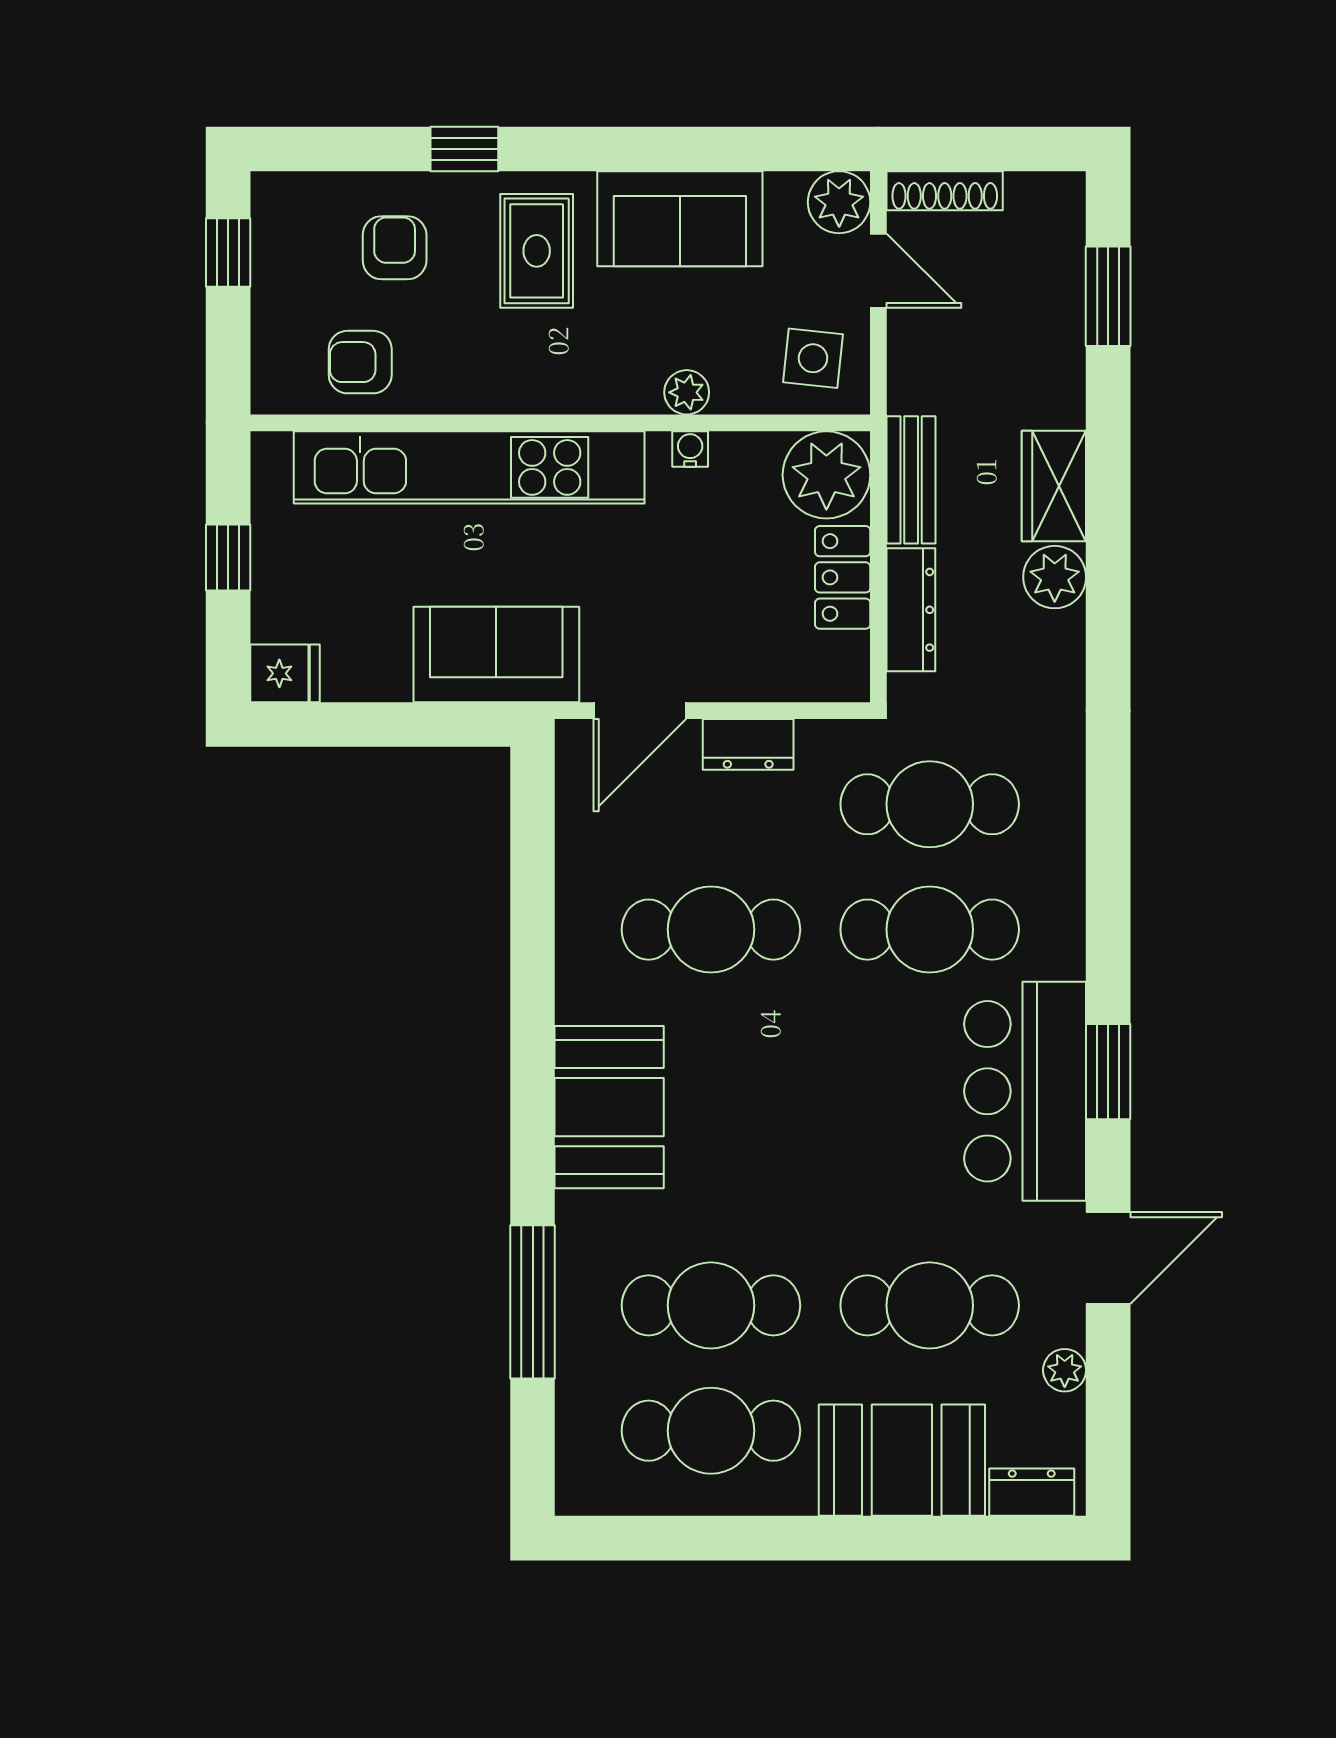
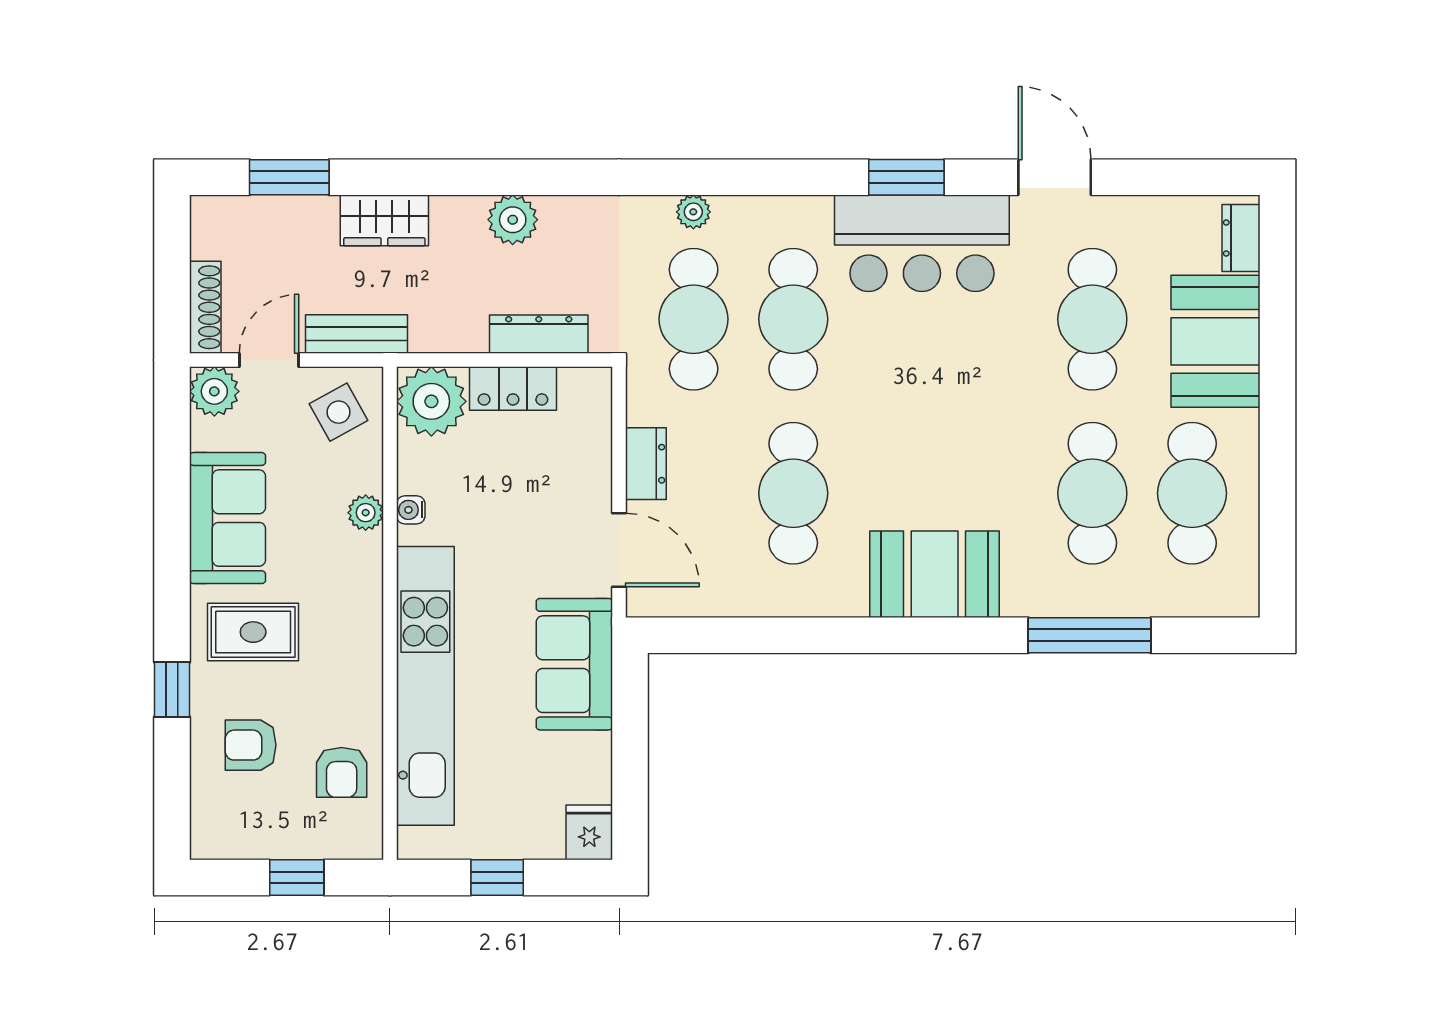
window: (228, 253) -> (297, 878), moved
side table: (813, 358) -> (339, 412), turned -35
bench: (911, 480) -> (356, 334), moved
wardrobe: (1054, 486) -> (384, 220), moved
plant: (1065, 1370) -> (693, 212), moved

